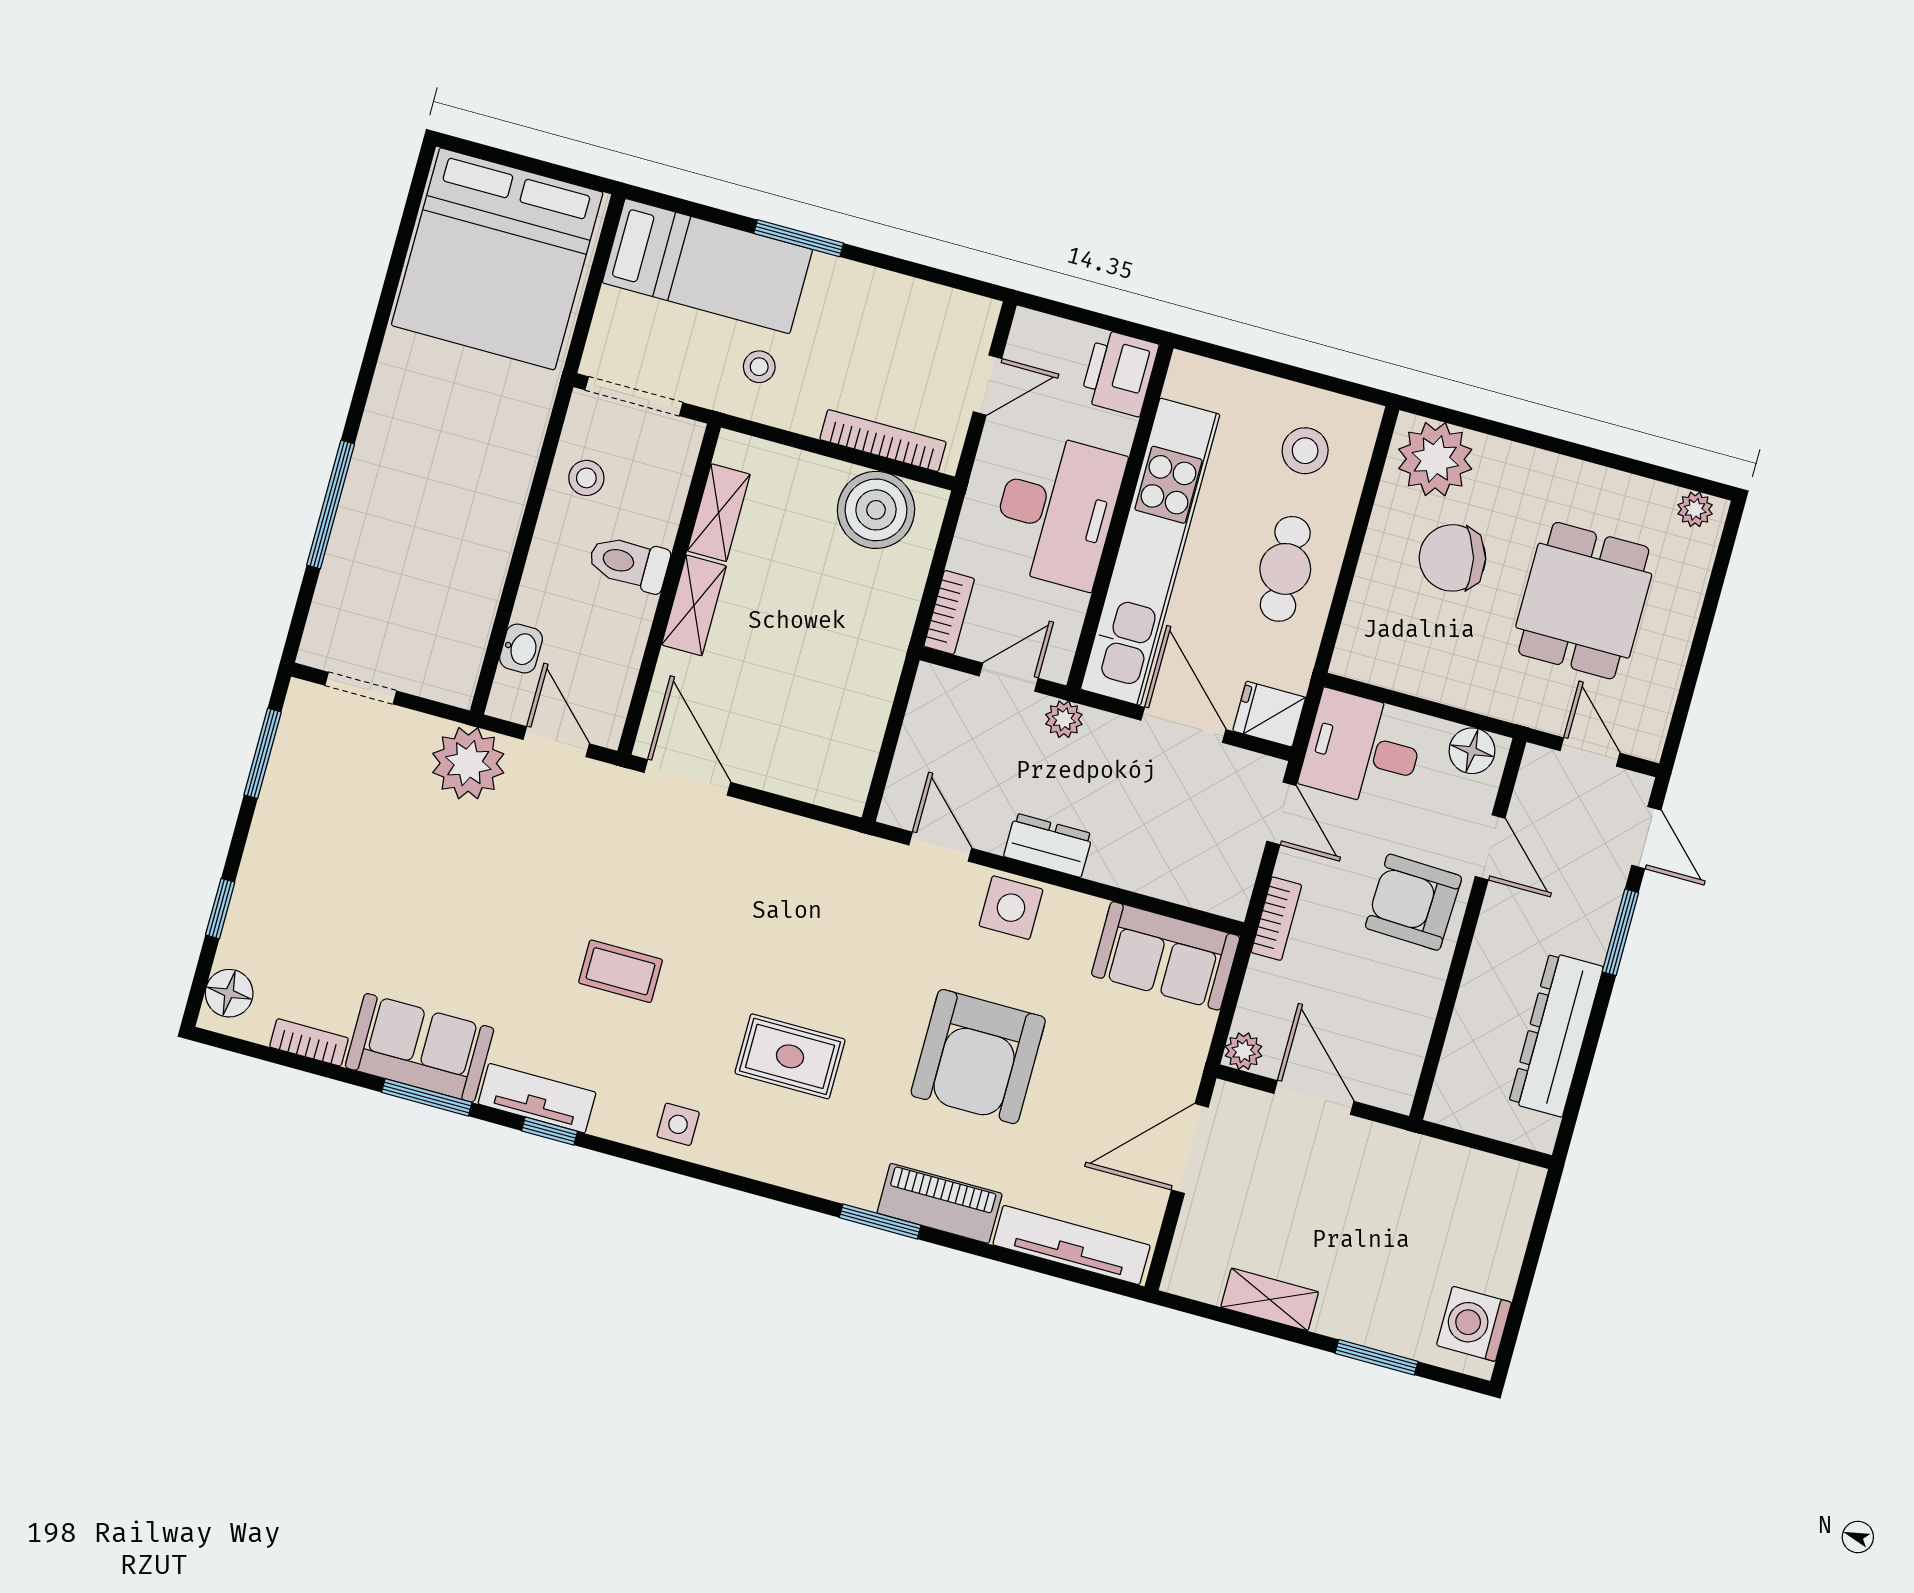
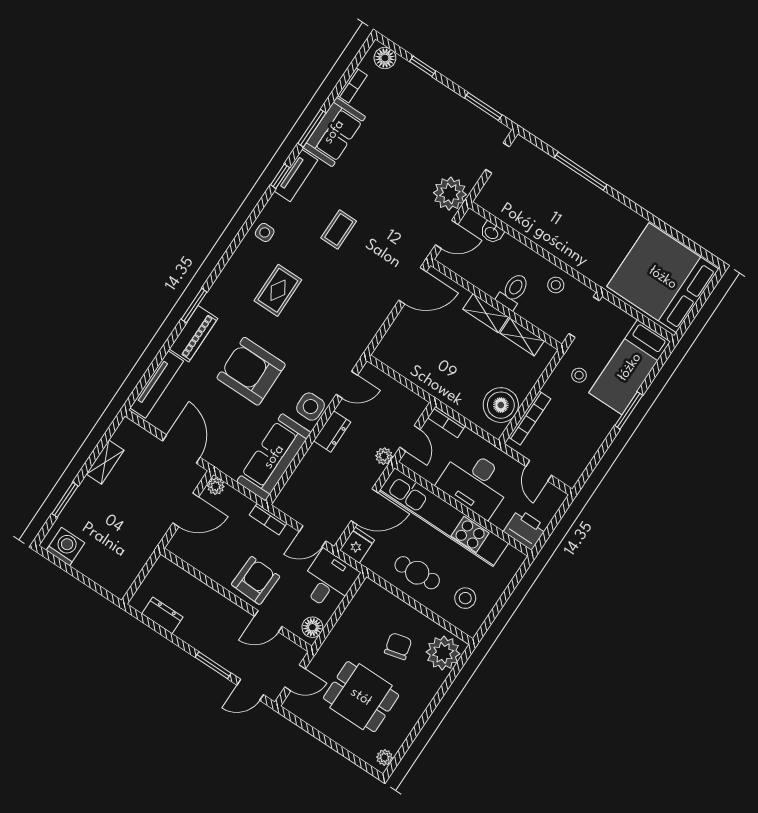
chair: (1452, 558) -> (398, 646), width x0.73, depth x0.73
sofa: (1166, 956) -> (274, 457), width x1.36
dresser: (1556, 1035) -> (162, 615), width x0.51, depth x0.80

